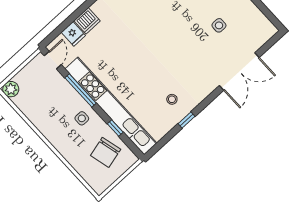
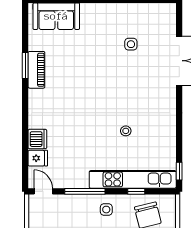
stool: (172, 99) -> (126, 131), moved
kitchen unit: (111, 106) -> (133, 179), width x0.73
window: (187, 120) -> (179, 171), moved

